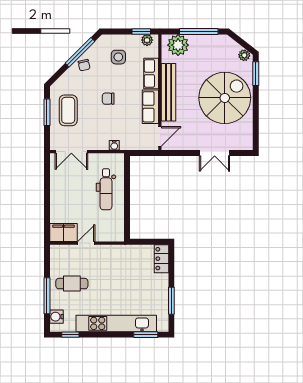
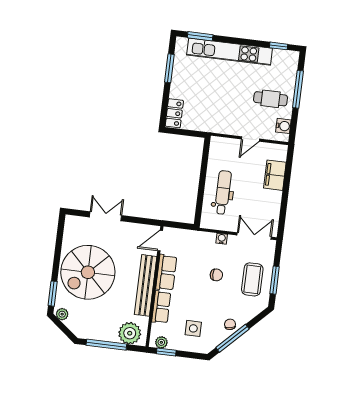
chair: (108, 99) -> (216, 275), moved
water cooler: (114, 145) -> (222, 239), moved
filing cabinet: (64, 233) -> (275, 175), moved, turned 90
water cooler: (57, 317) -> (283, 126), moved

